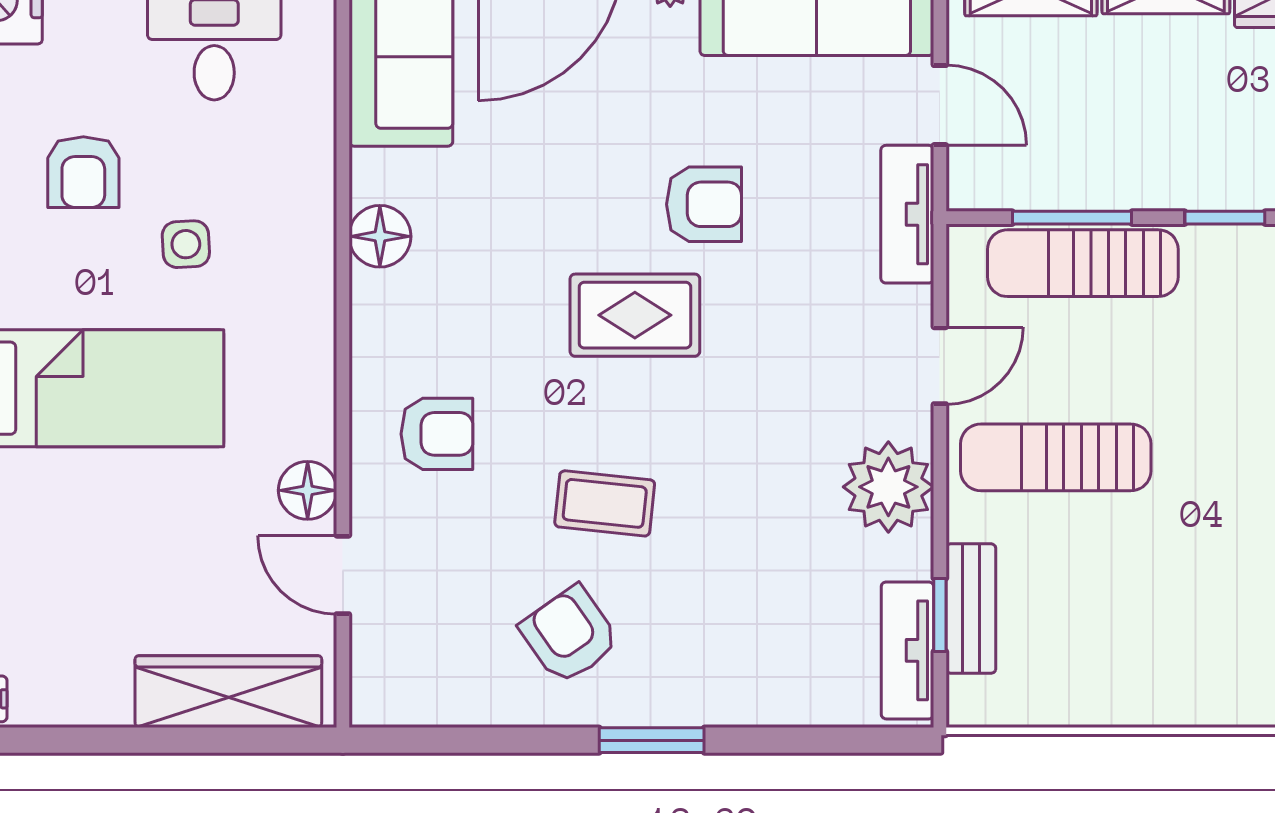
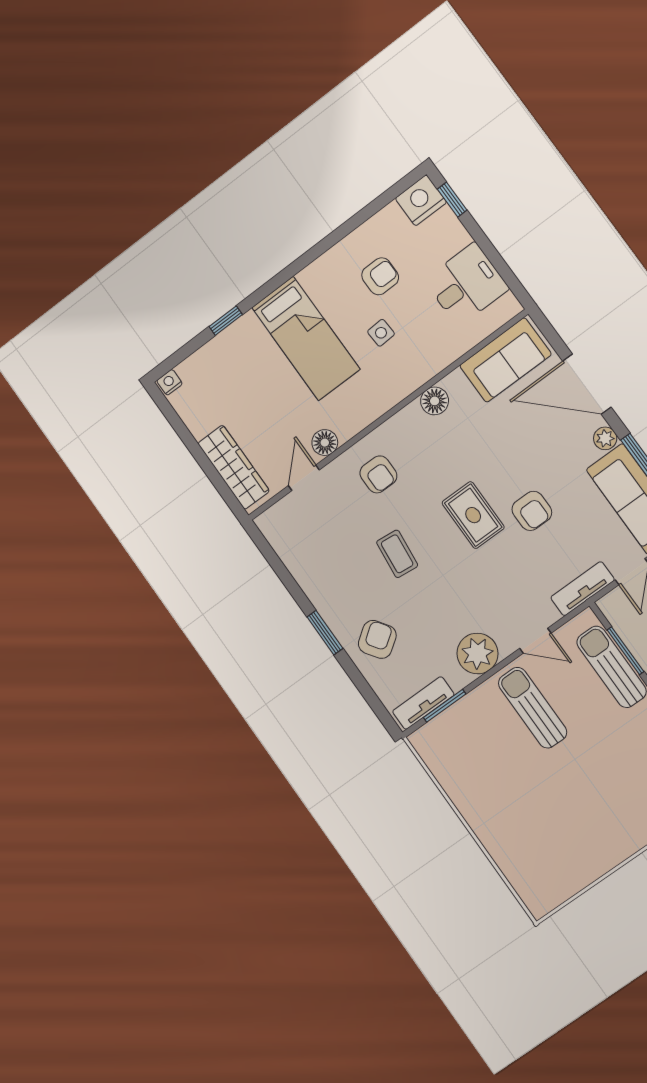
armchair: (83, 172) -> (380, 276), turned 180
bench: (971, 609) -> (455, 716), removed
window: (940, 615) -> (445, 706), width x1.50
armchair: (570, 635) -> (377, 639), moved

